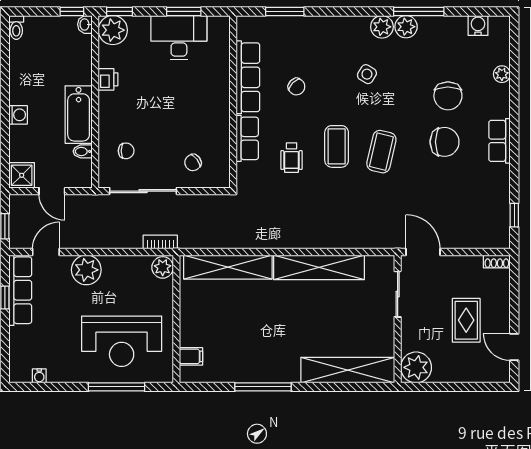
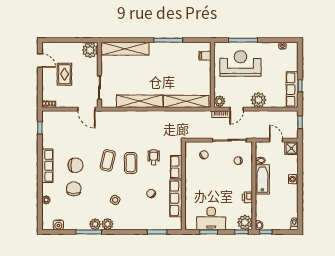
row of seats: (500, 141) -> (47, 166), width x1.48
chair: (445, 142) -> (75, 165), turned 180
door: (46, 252) -> (237, 109), moved

